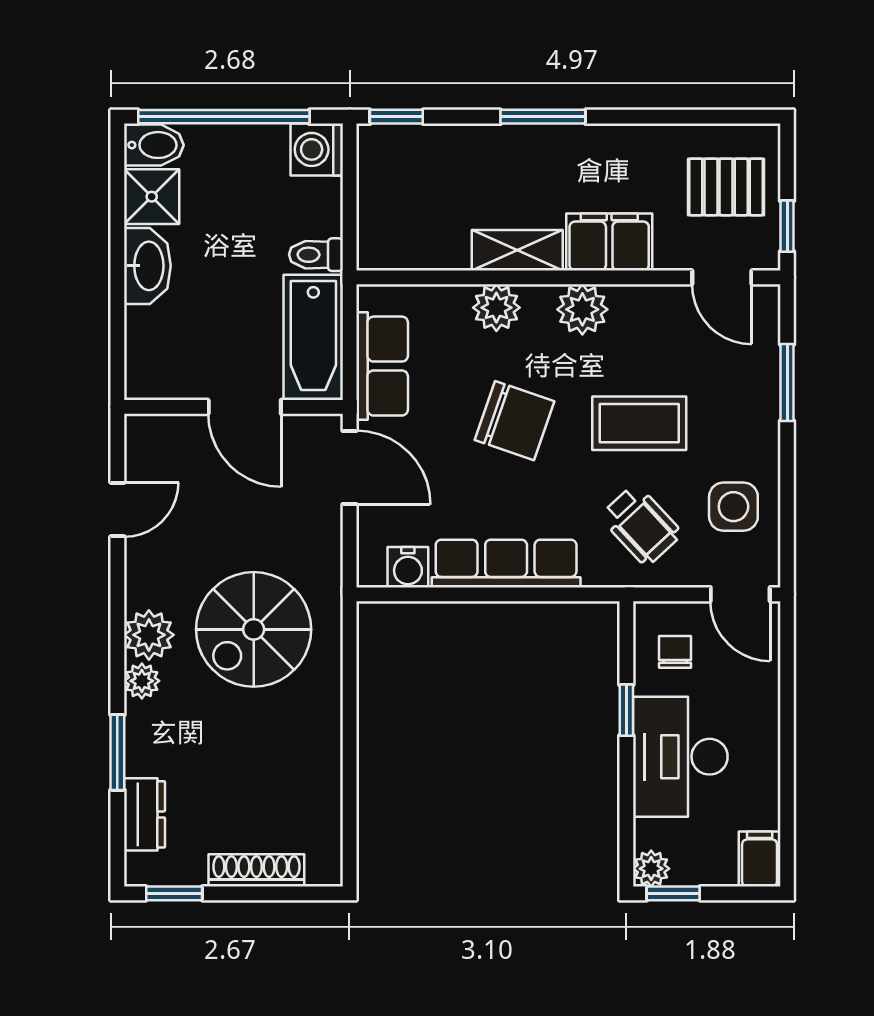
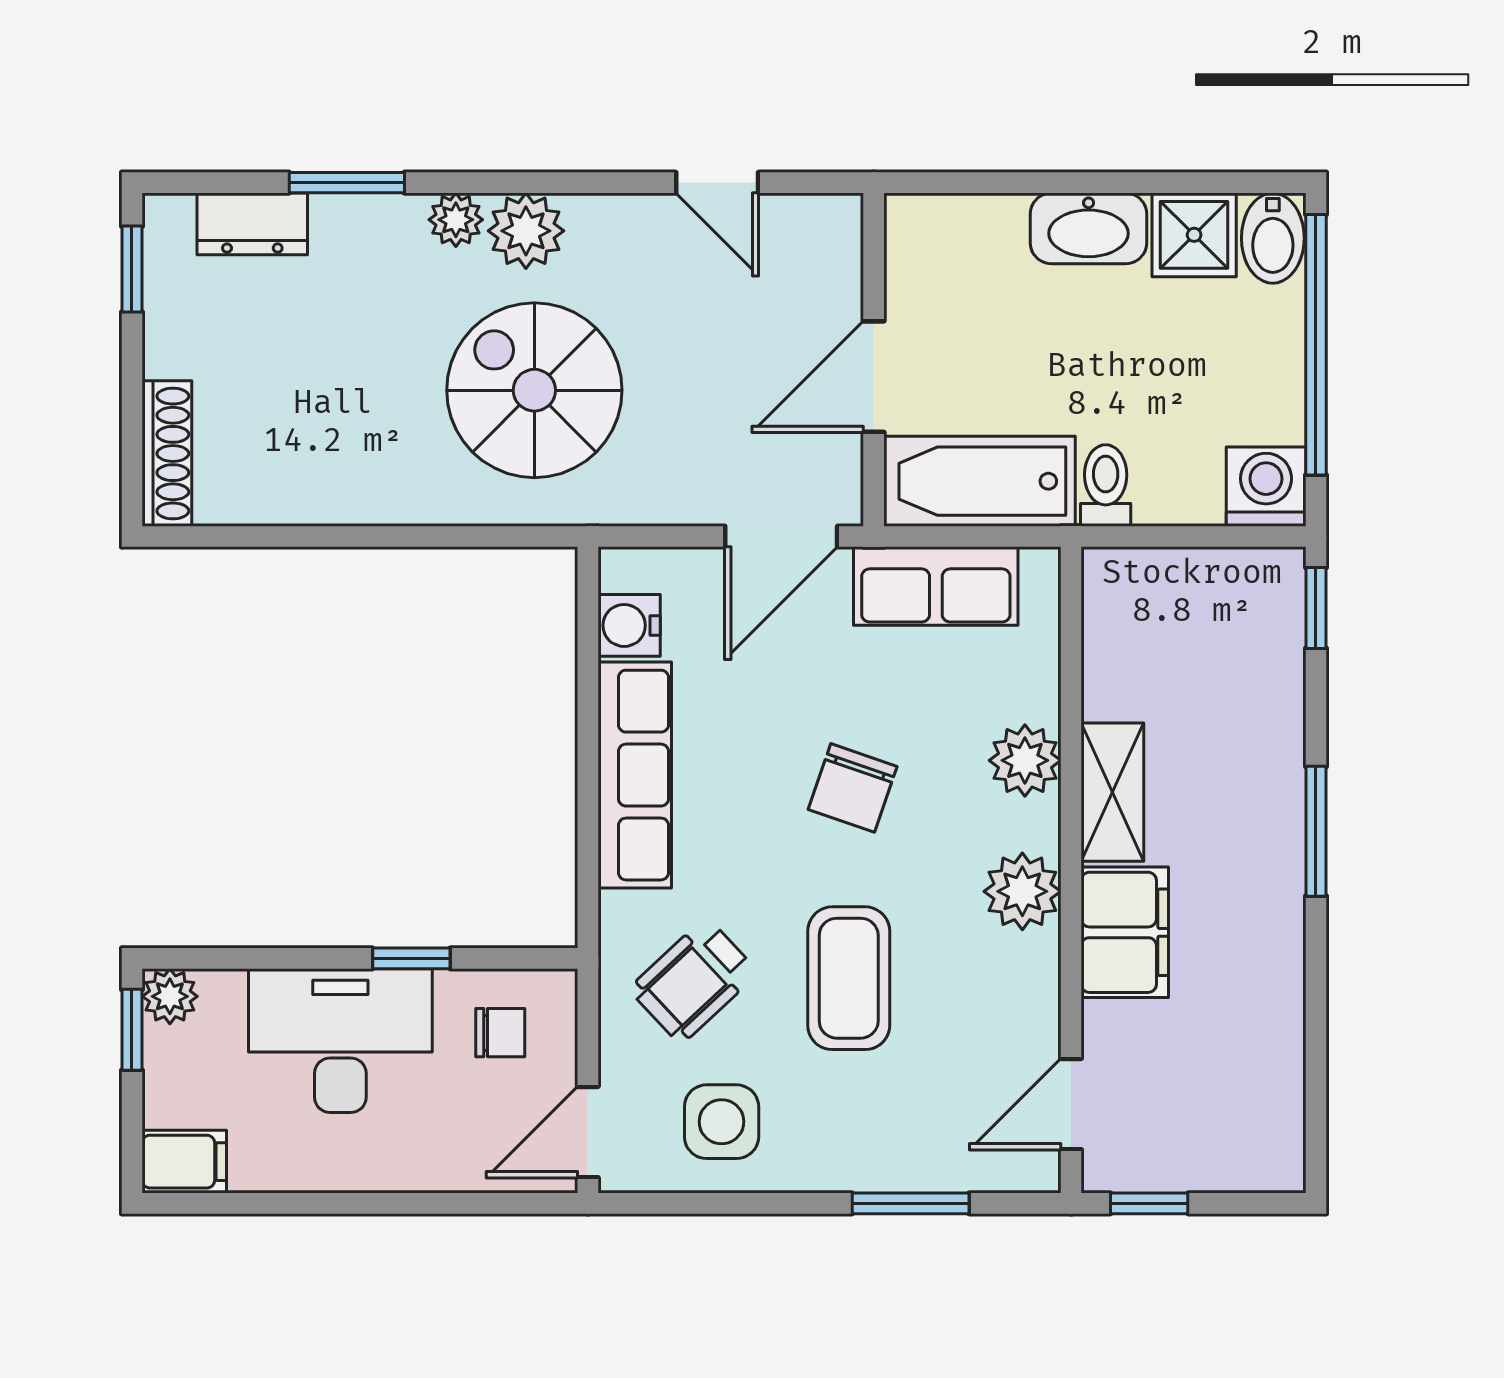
pallet: (726, 187) -> (1209, 1110), removed
chair: (515, 421) -> (853, 788), width x0.73, depth x0.73
shoe rack: (256, 870) -> (167, 454), moved

